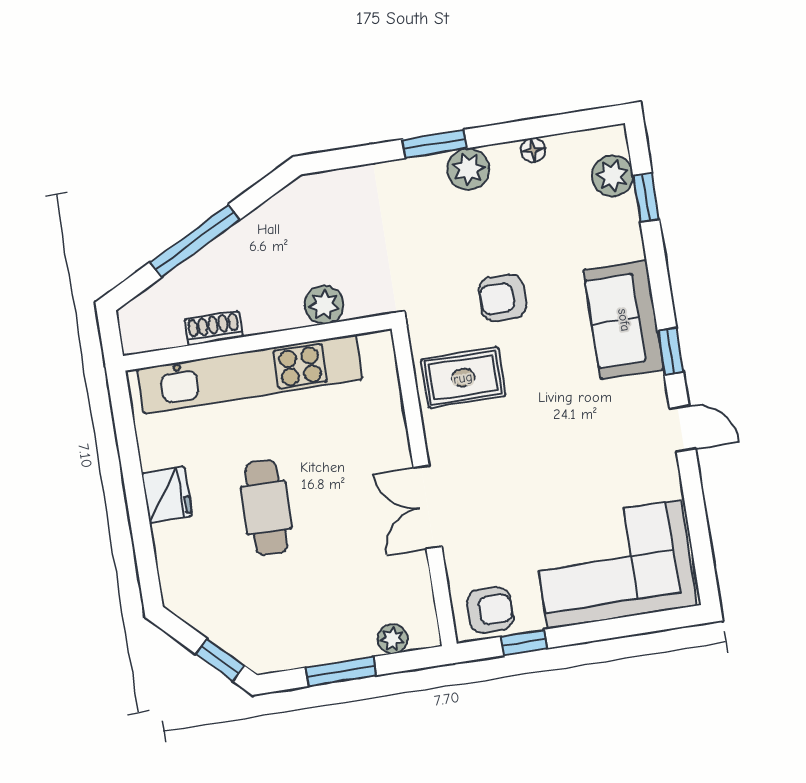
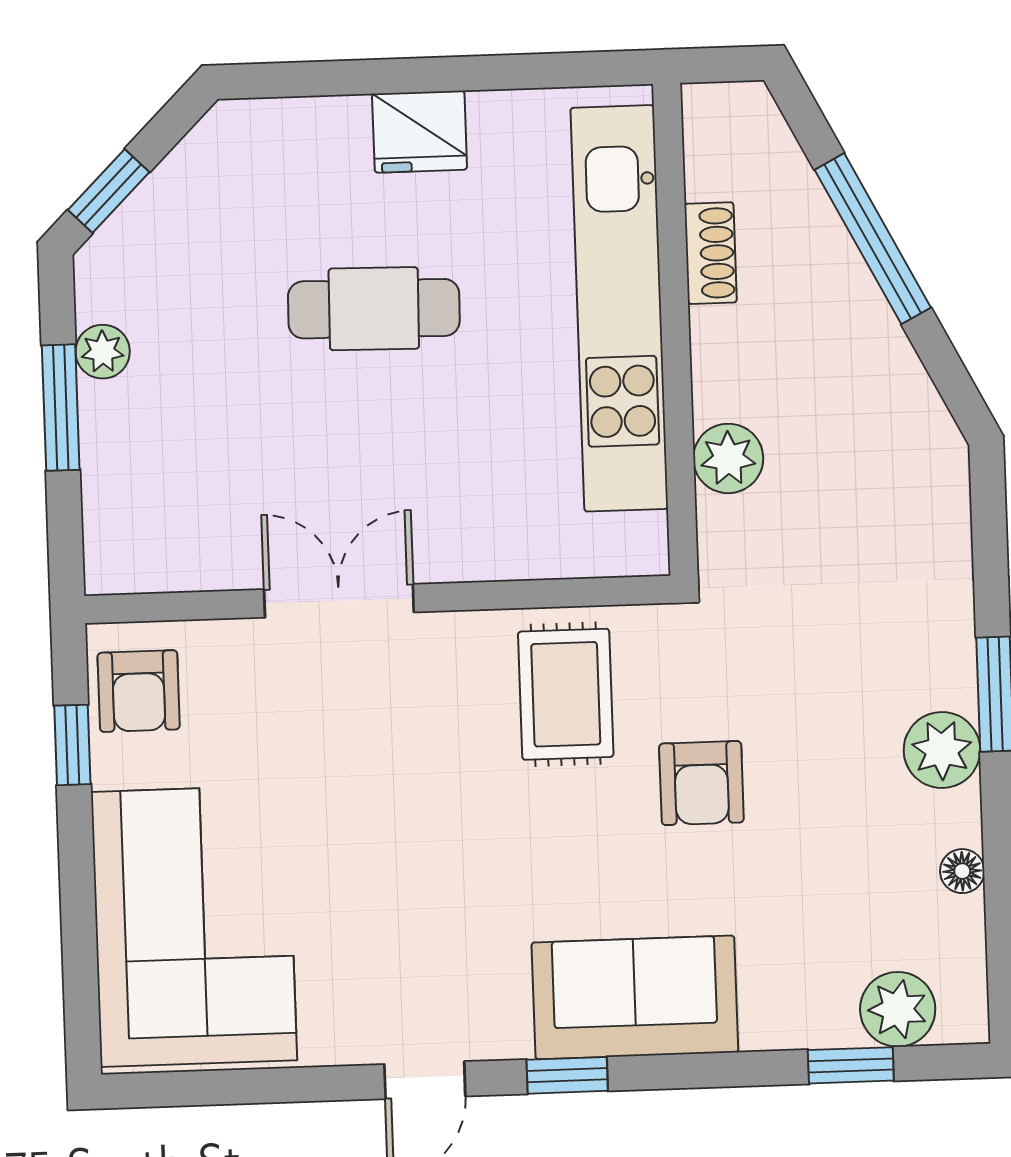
armchair: (502, 298) -> (701, 783), turned 180
plant: (392, 639) -> (103, 352), moved

